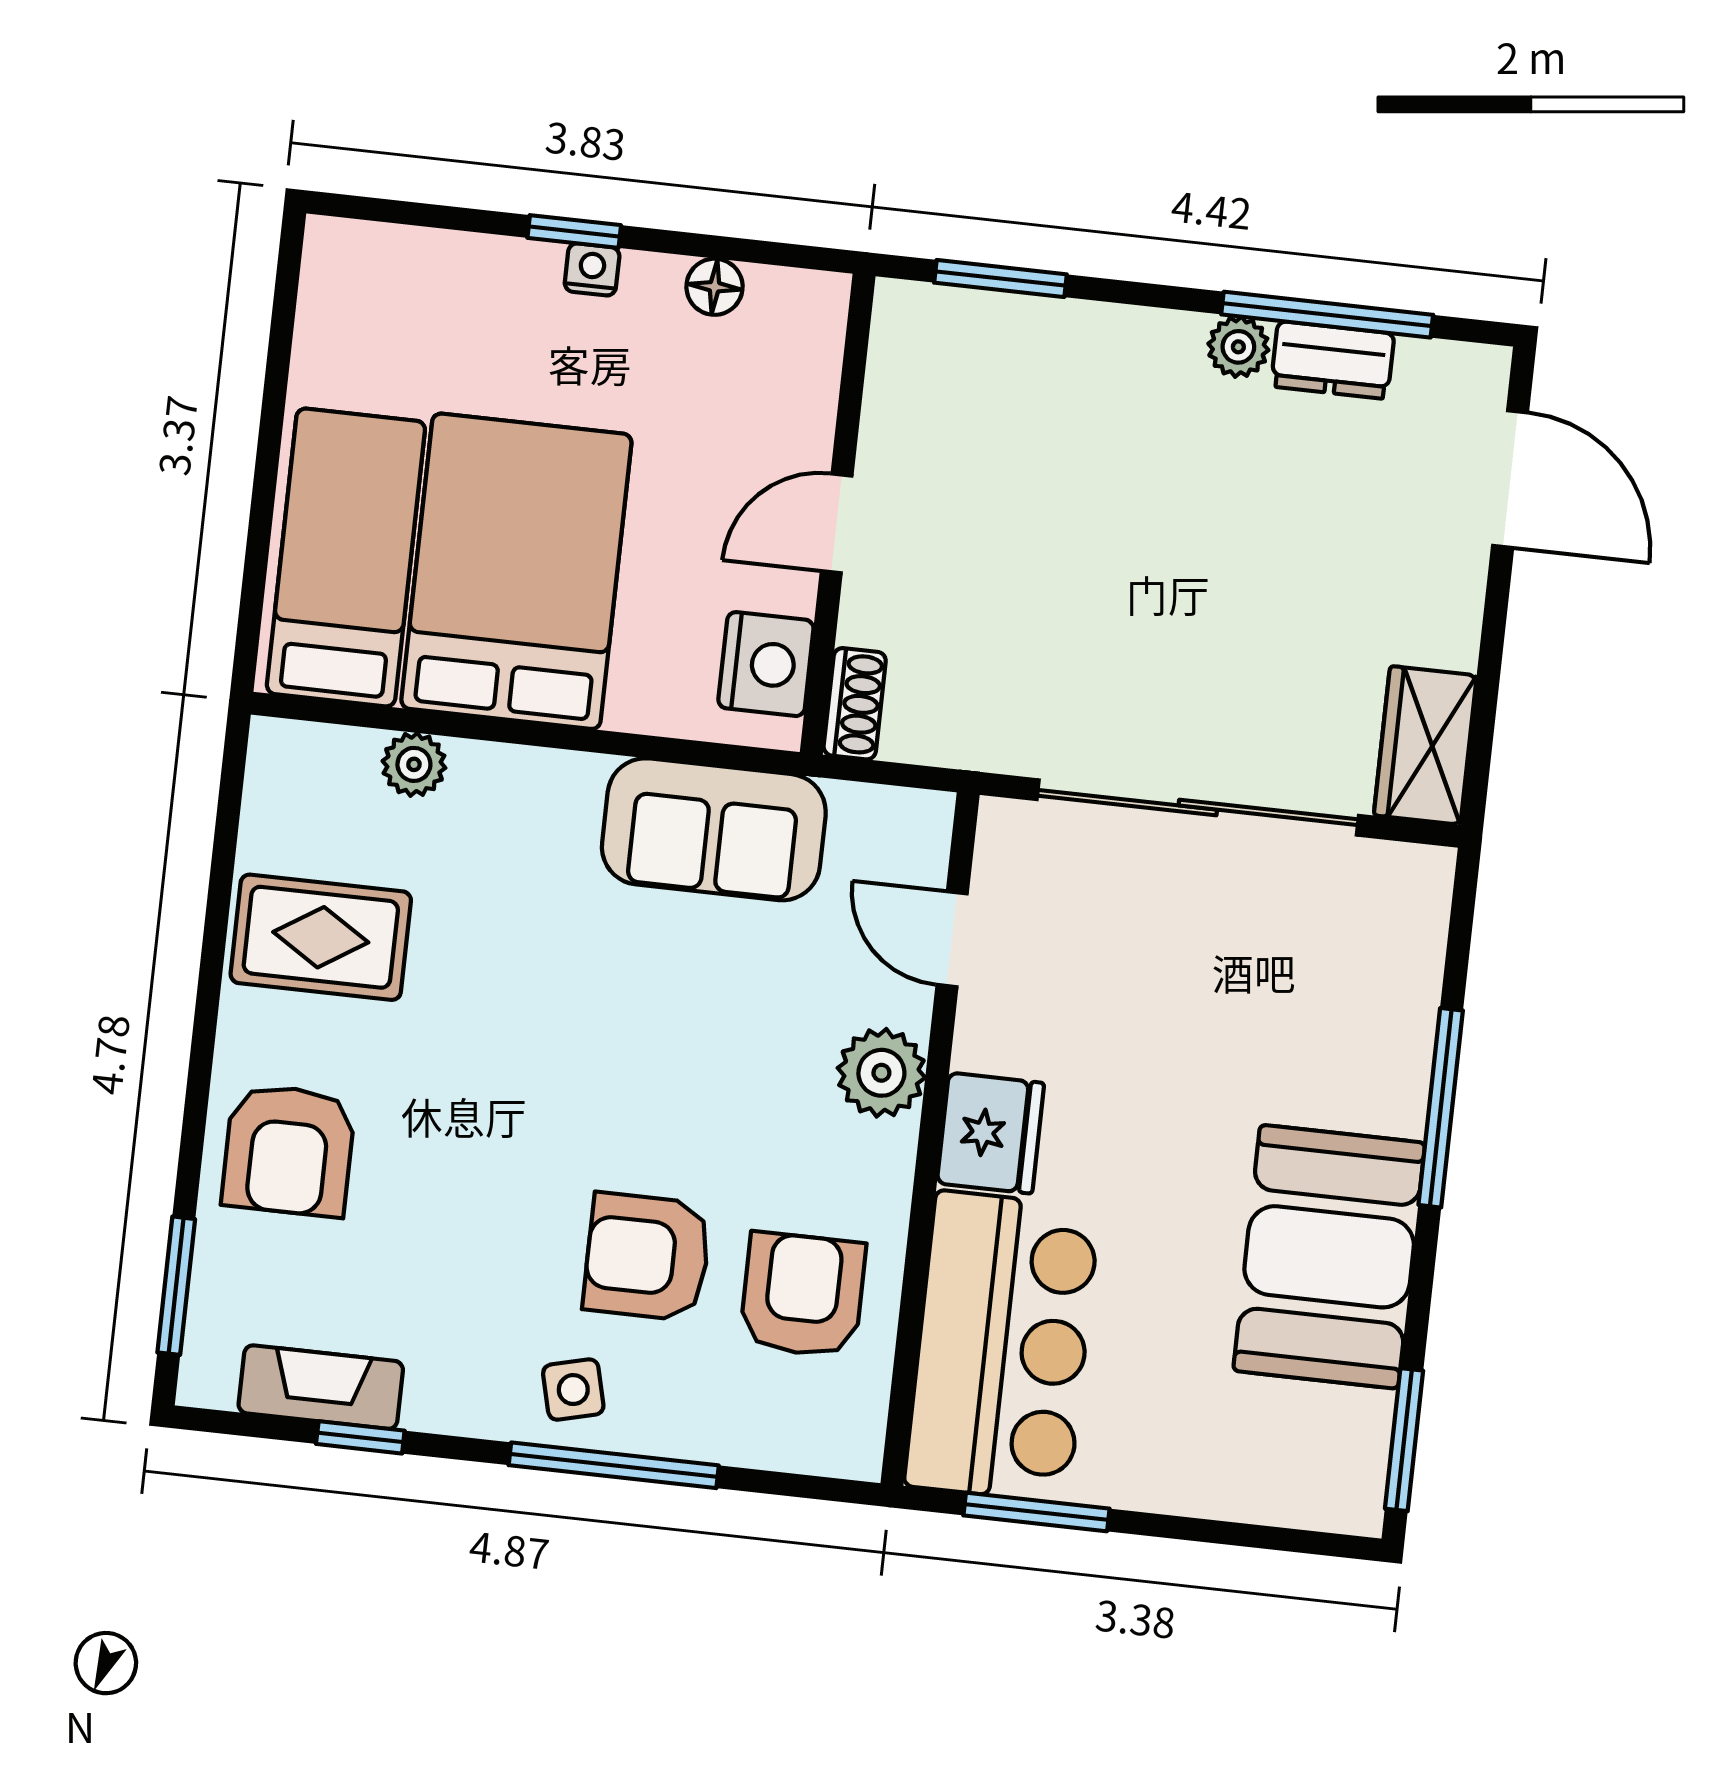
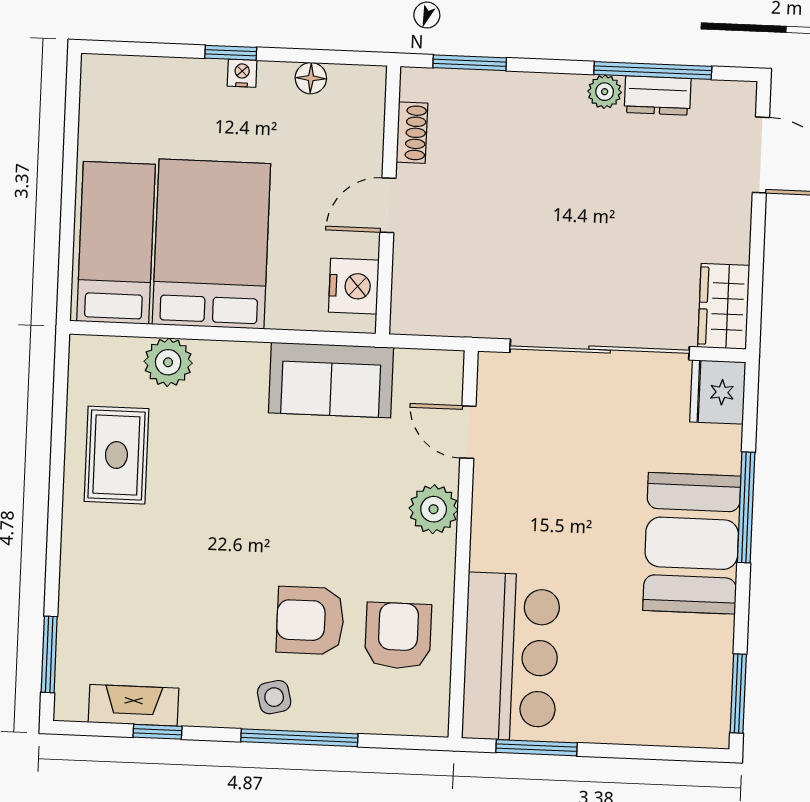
shoe rack: (855, 704) -> (412, 133), moved
plant: (414, 764) -> (168, 362), width x1.38, depth x1.38
rug: (321, 937) -> (116, 455), turned 90
fridge: (991, 1133) -> (718, 392), moved, turned 180
armchair: (289, 1150) -> (107, 575), removed
booth: (1329, 1257) -> (692, 543), moved

